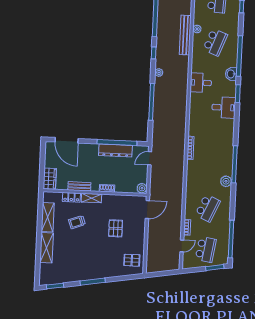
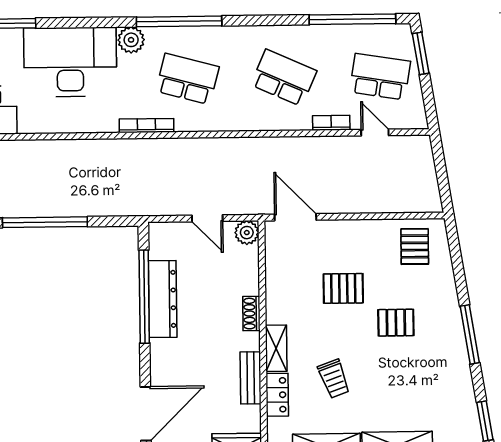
desk: (224, 107) -> (70, 62), width x1.87, depth x1.30
door: (150, 158) -> (207, 218), moved
school desk: (209, 167) -> (187, 79), added
plant: (226, 181) -> (131, 40), moved
pallet: (100, 250) -> (396, 323), added

